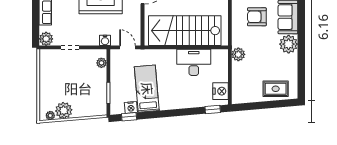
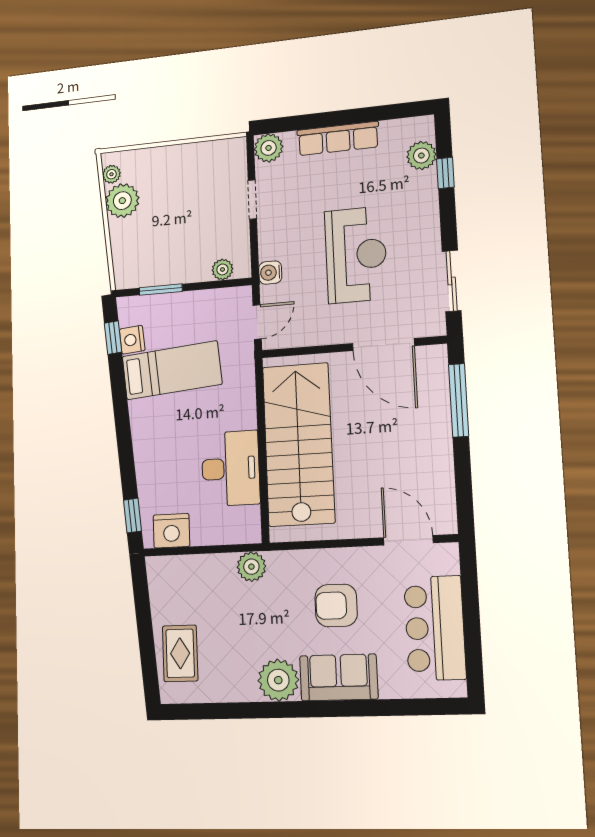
armchair: (257, 17) -> (336, 605), turned -90

